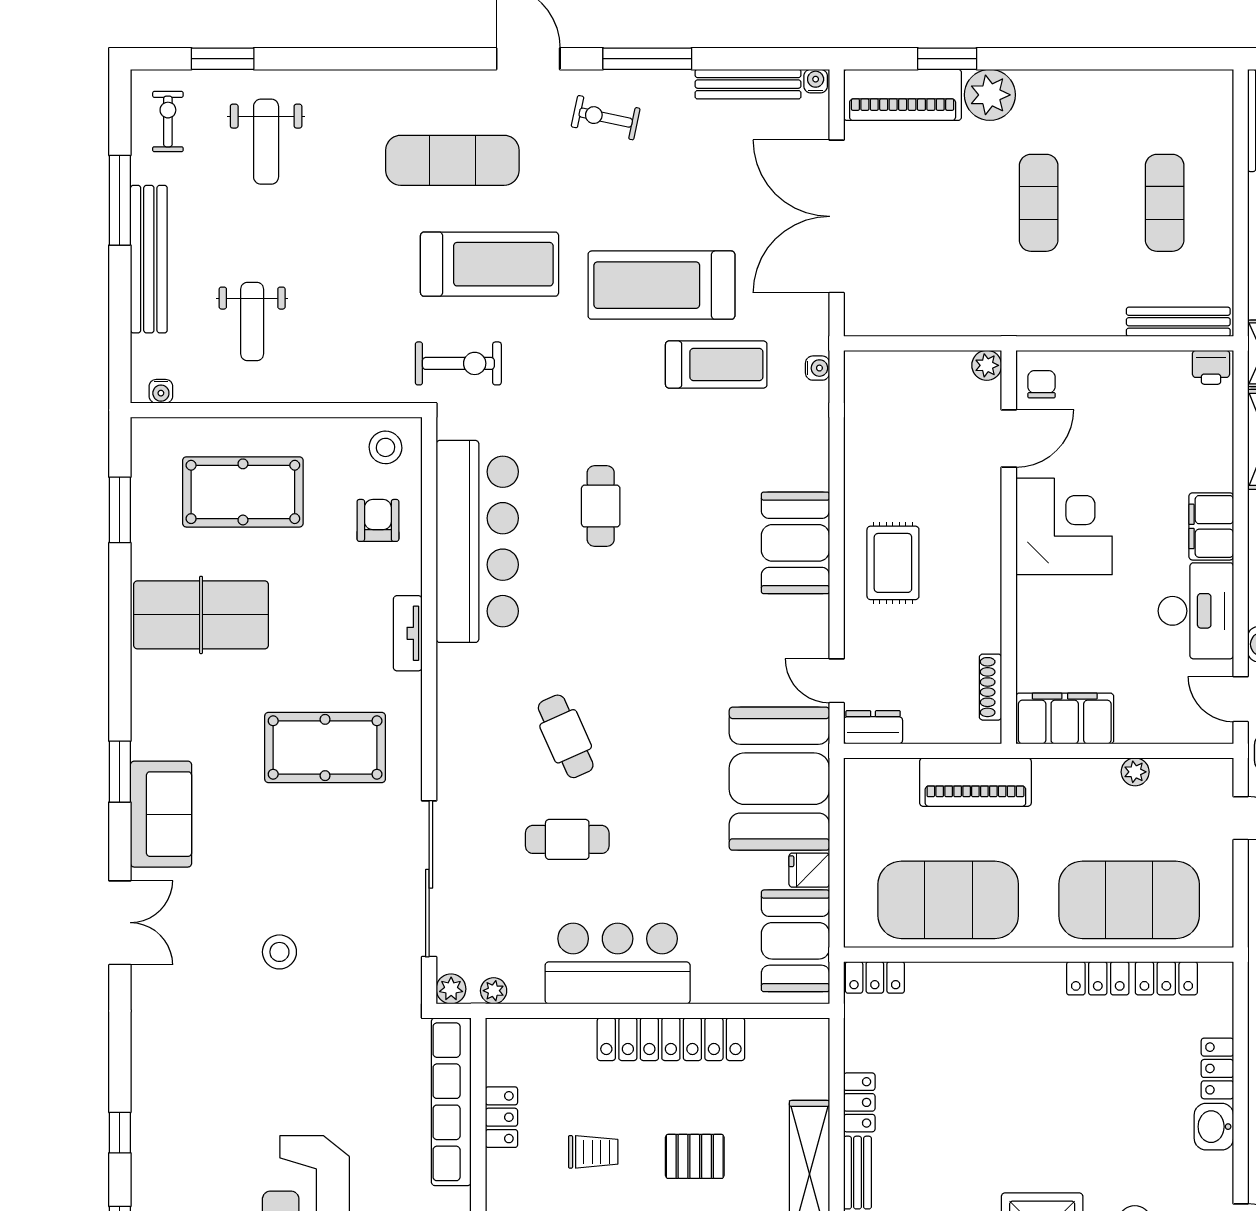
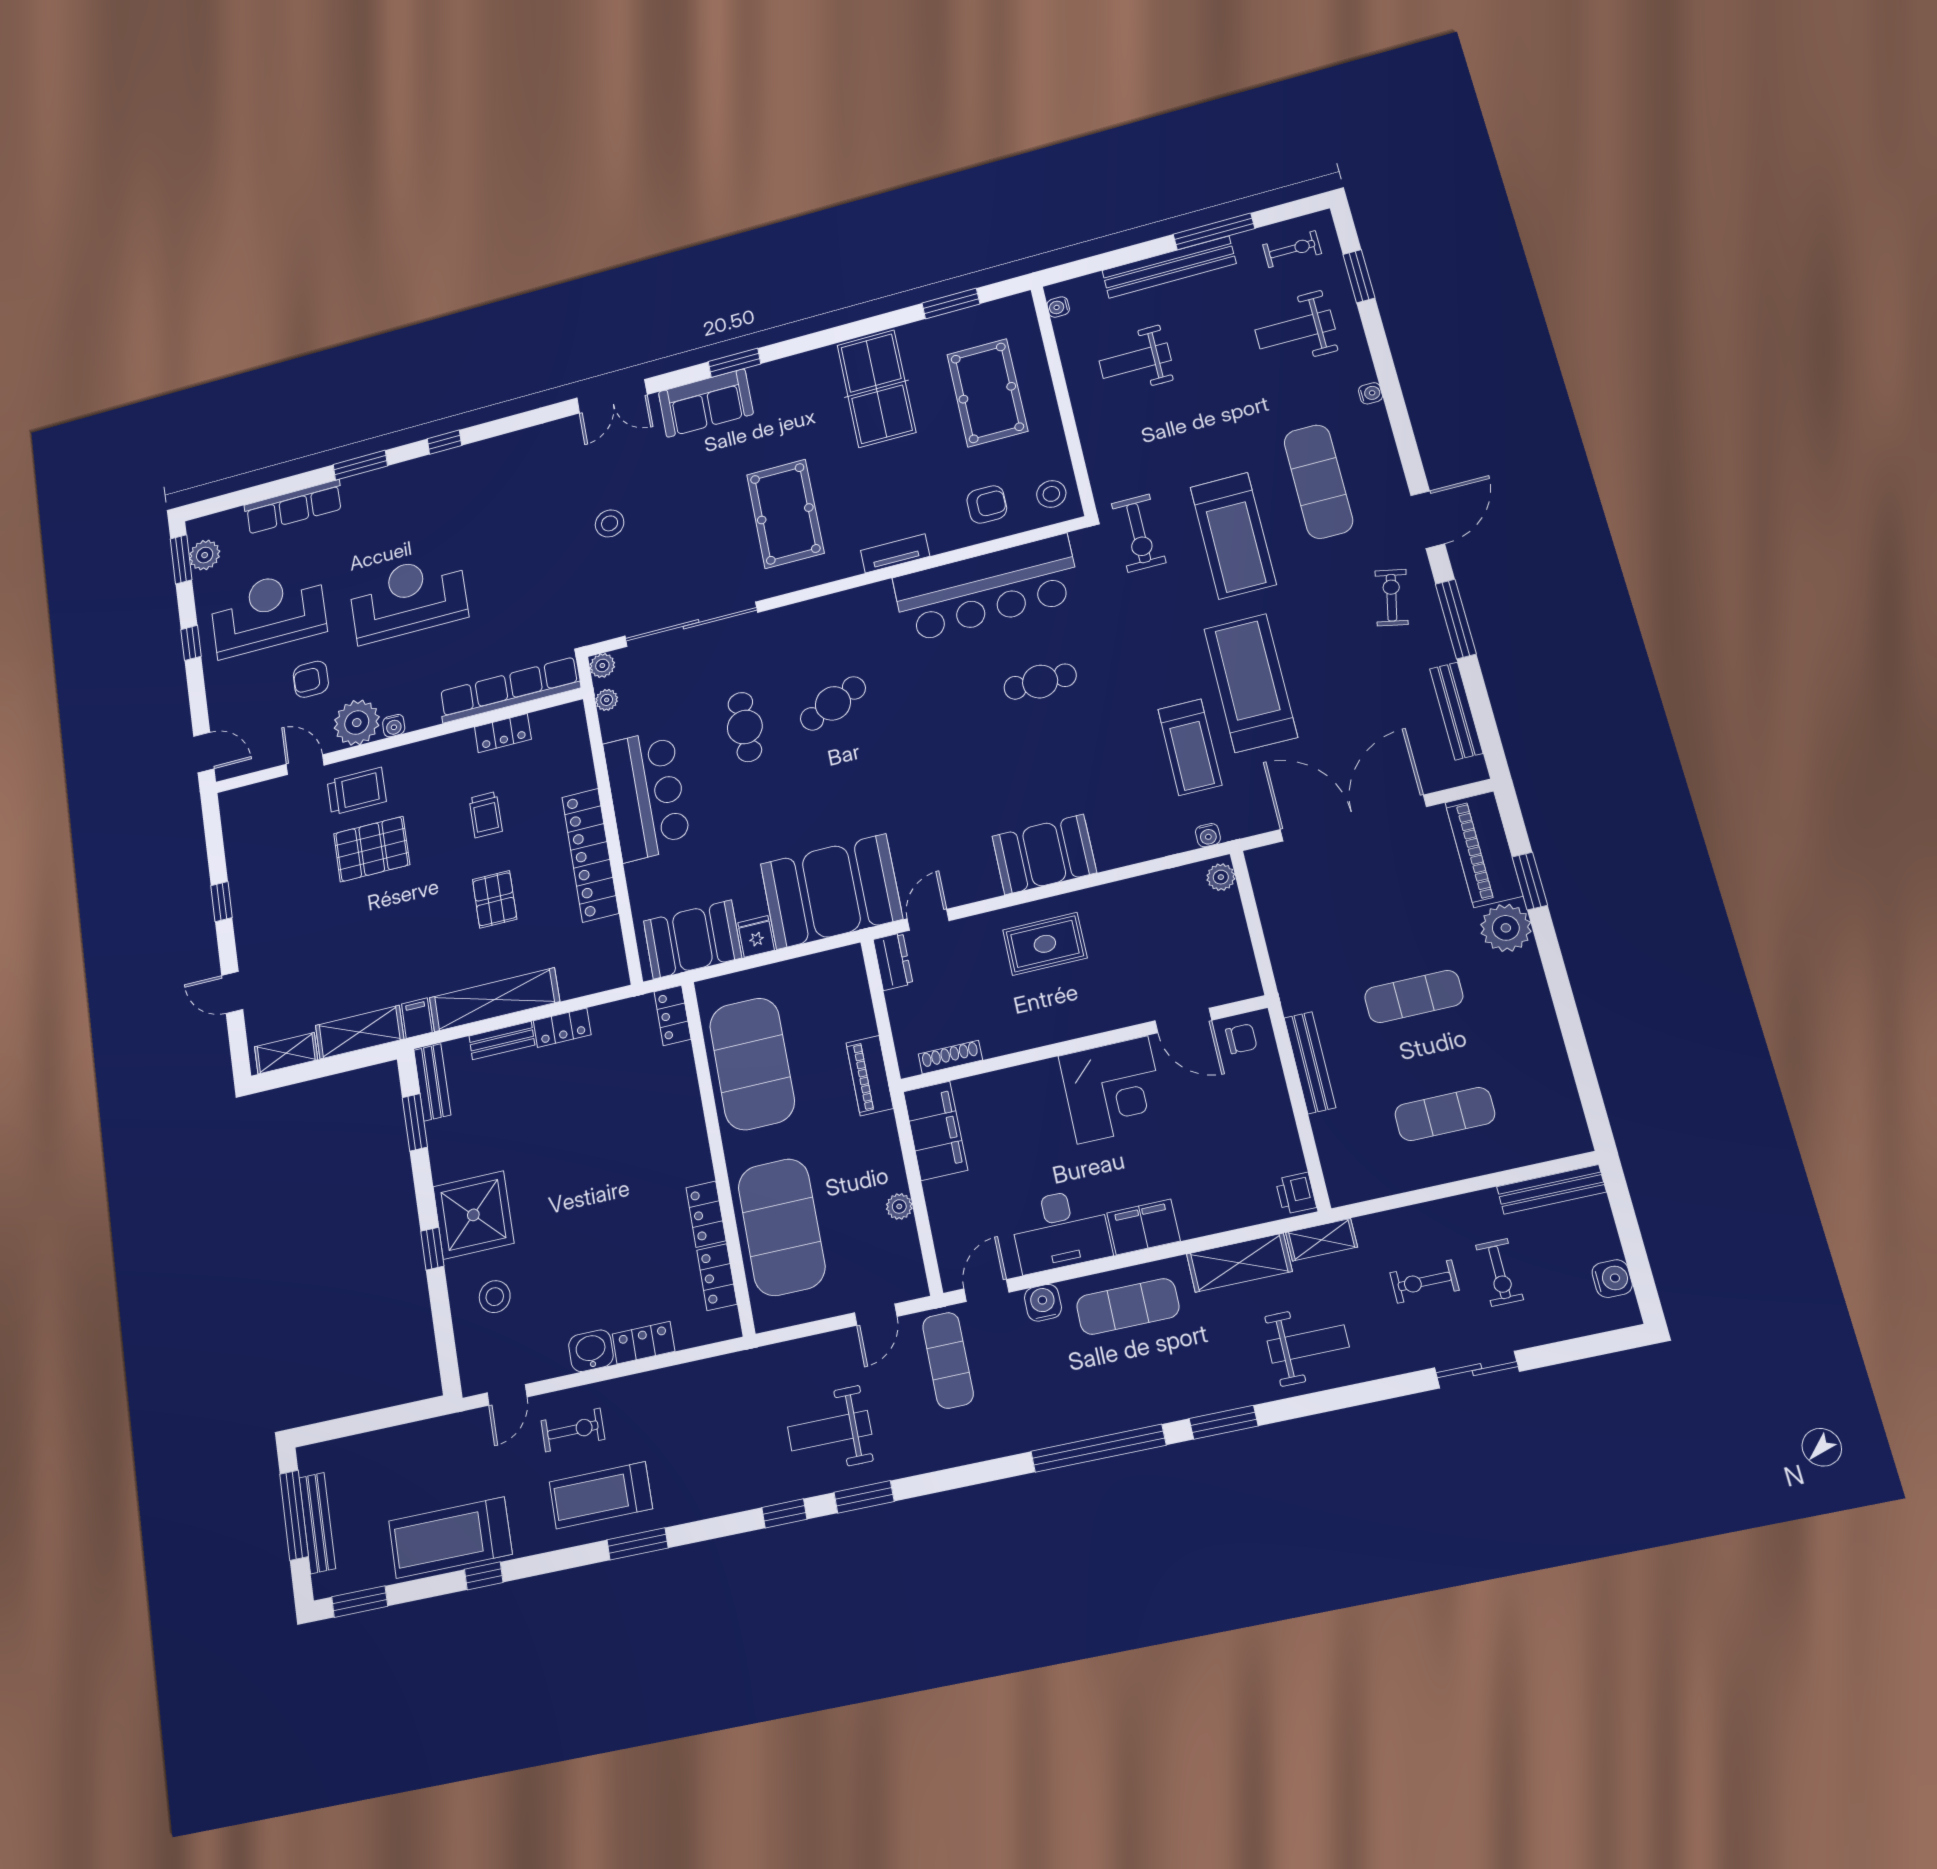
water cooler: (816, 81) -> (1370, 393), moved
bench: (1178, 322) -> (1310, 1063), moved
plant: (987, 365) -> (1221, 877), moved
piano: (975, 782) -> (870, 1076), width x0.73, depth x0.75

